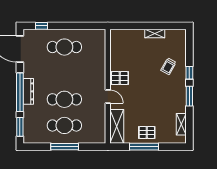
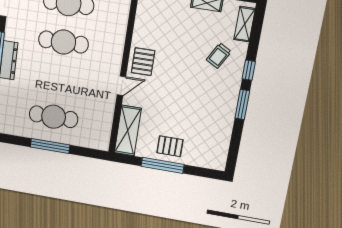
pallet: (120, 78) -> (143, 62), turned 90
door: (108, 97) -> (121, 86), hinge flipped
cafe table: (64, 99) -> (63, 42), moved
shelving: (181, 124) -> (245, 24), moved

